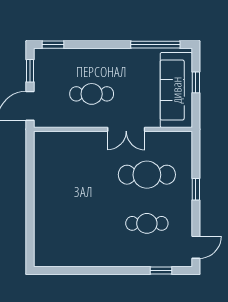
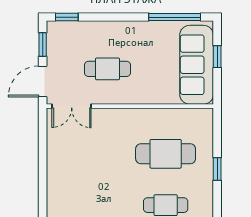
double door: (126, 129) -> (72, 106), moved

